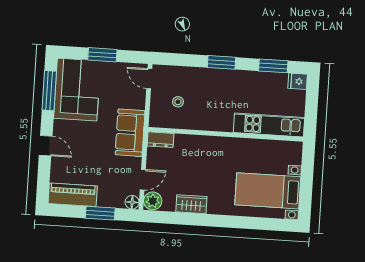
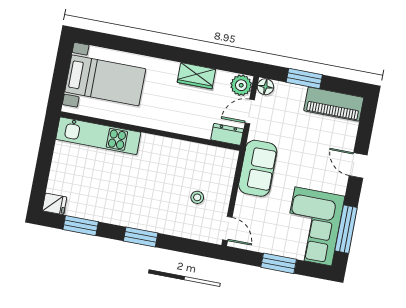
kitchen unit: (269, 125) -> (98, 136), moved
wall: (226, 134) -> (150, 131), moved
dresser: (161, 140) -> (227, 134), moved

